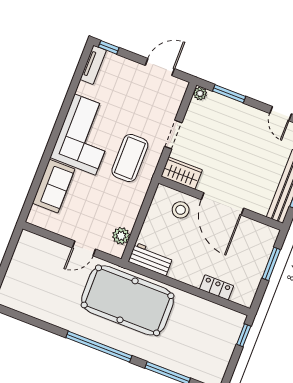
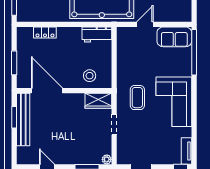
coffee table: (130, 158) -> (137, 98), width x0.73, depth x0.76
sofa: (54, 186) -> (174, 37), moved, turned -90
window: (34, 188) -> (194, 52), added
door: (222, 204) -> (47, 91), moved
plant: (121, 236) -> (123, 43), removed

